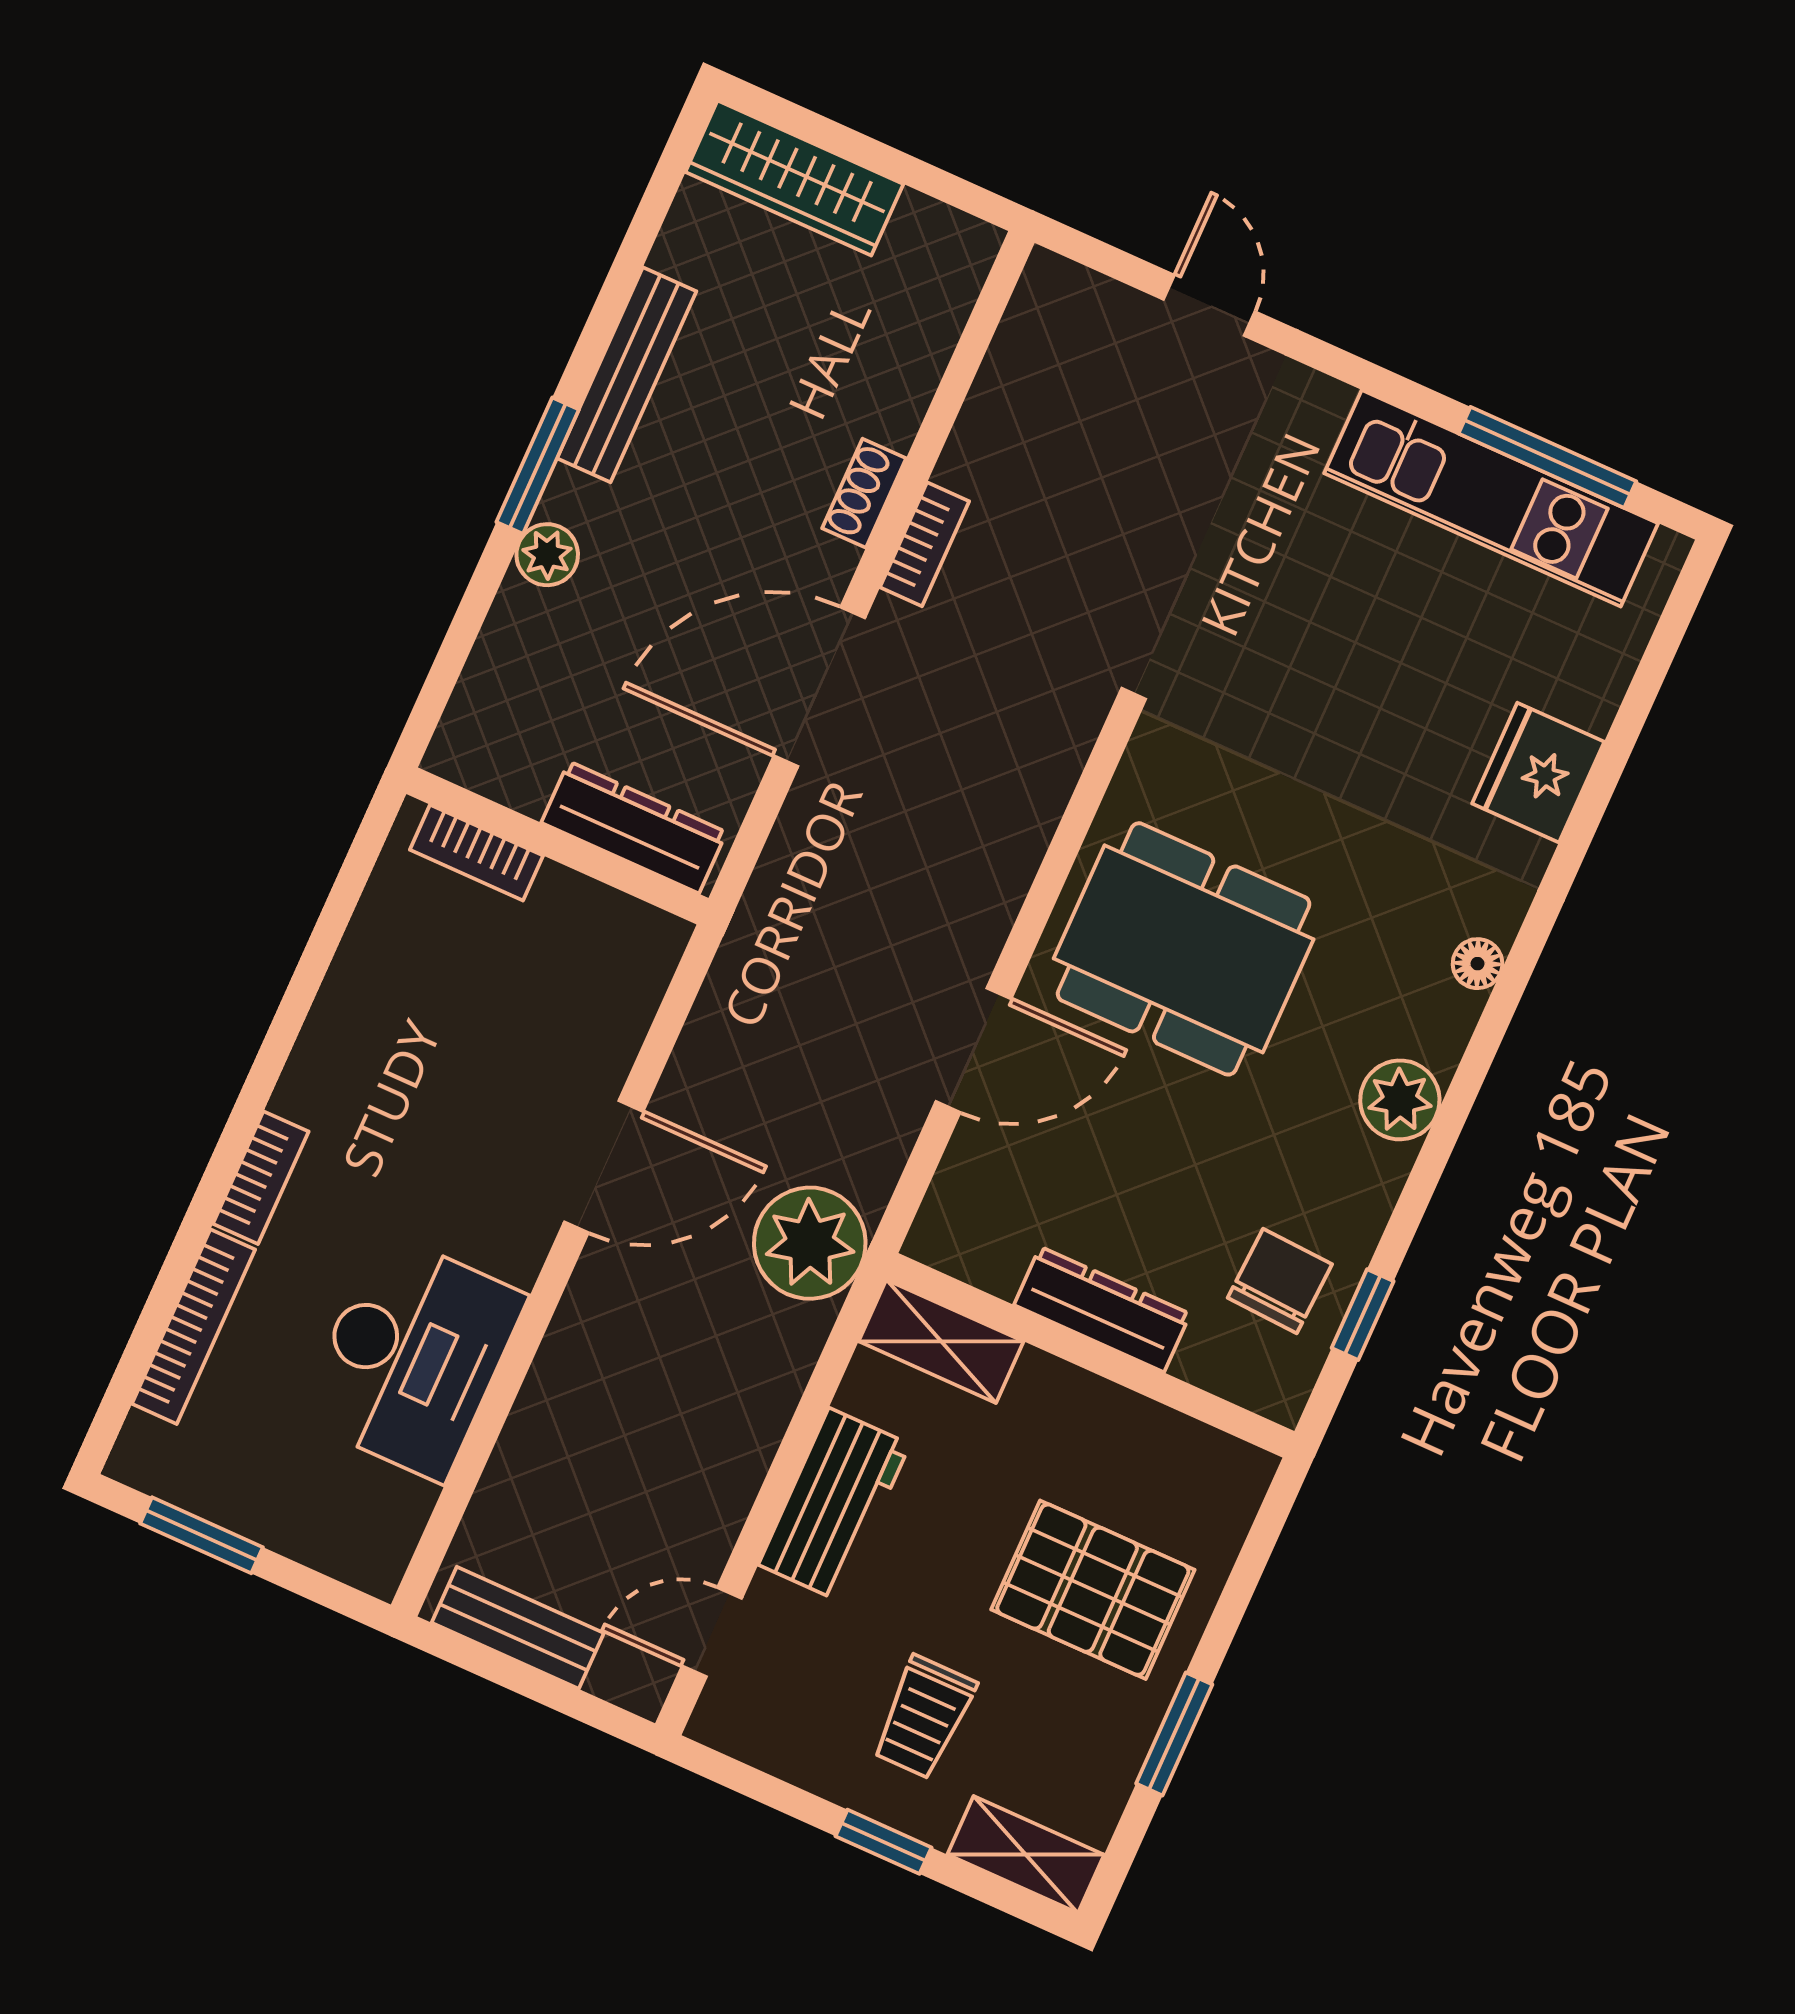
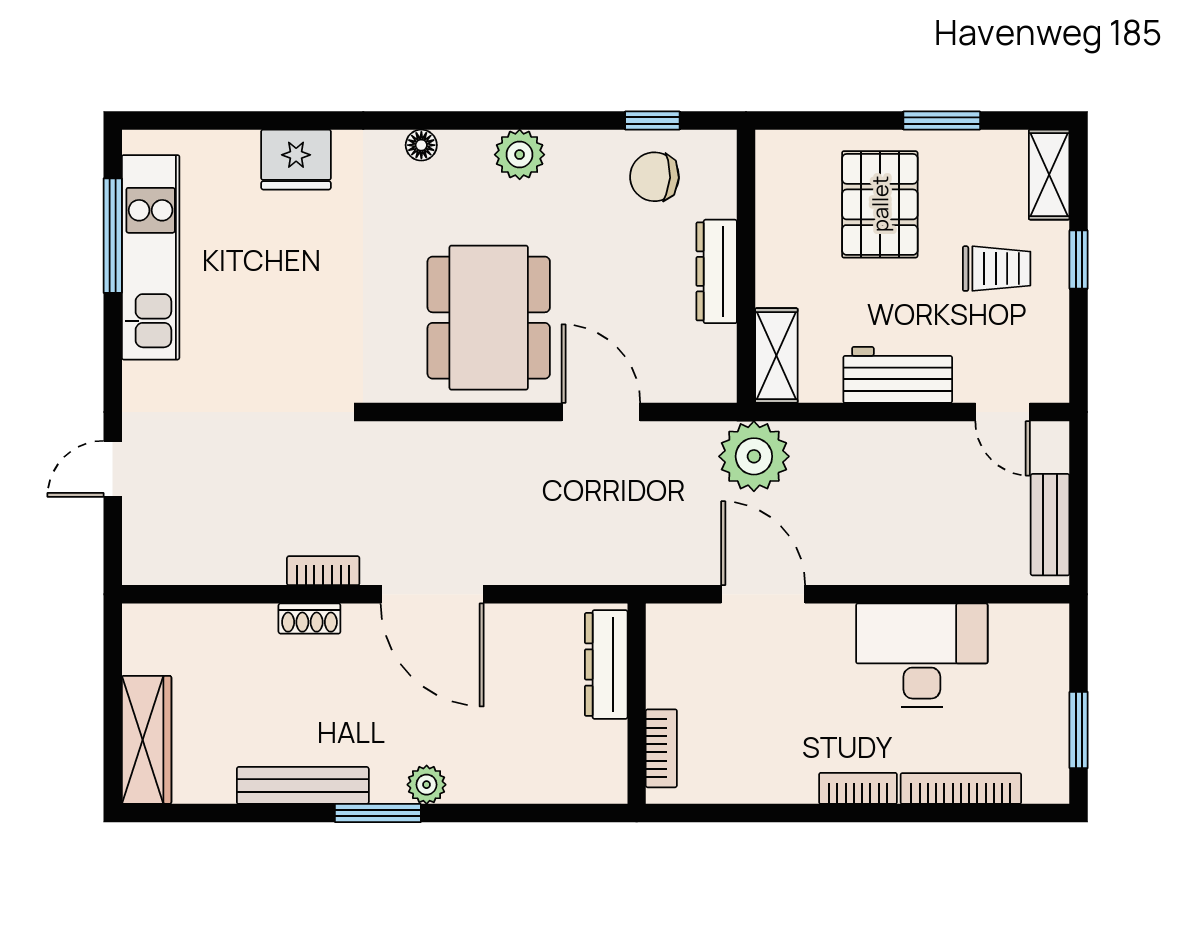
dresser: (634, 827) -> (606, 664), moved
wall: (557, 846) -> (637, 704), moved
bookcase: (476, 853) -> (661, 748), moved

